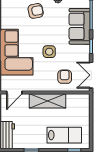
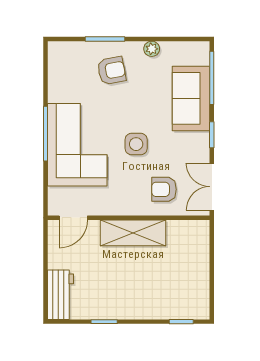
armchair: (65, 77) -> (164, 189), turned -90
lab bench: (64, 135) -> (163, 295), removed

